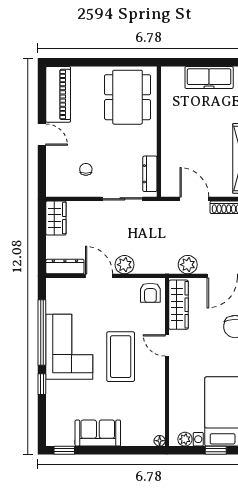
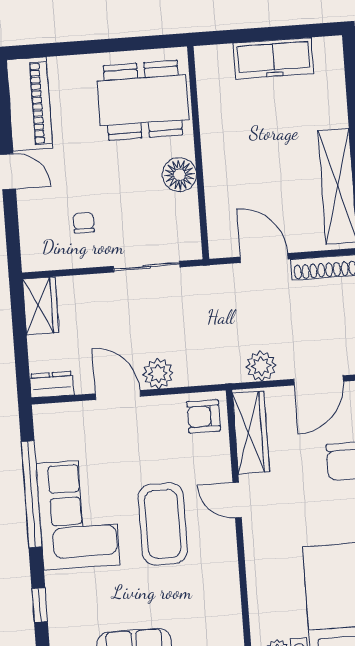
dining table: (128, 97) -> (143, 100), turned 90
floor lamp: (146, 144) -> (179, 175), added
dresser: (150, 174) -> (189, 222), removed
dresser: (65, 267) -> (52, 385), width x0.70
armchair: (150, 293) -> (204, 416), turned 90
window: (42, 384) -> (40, 605), moved

